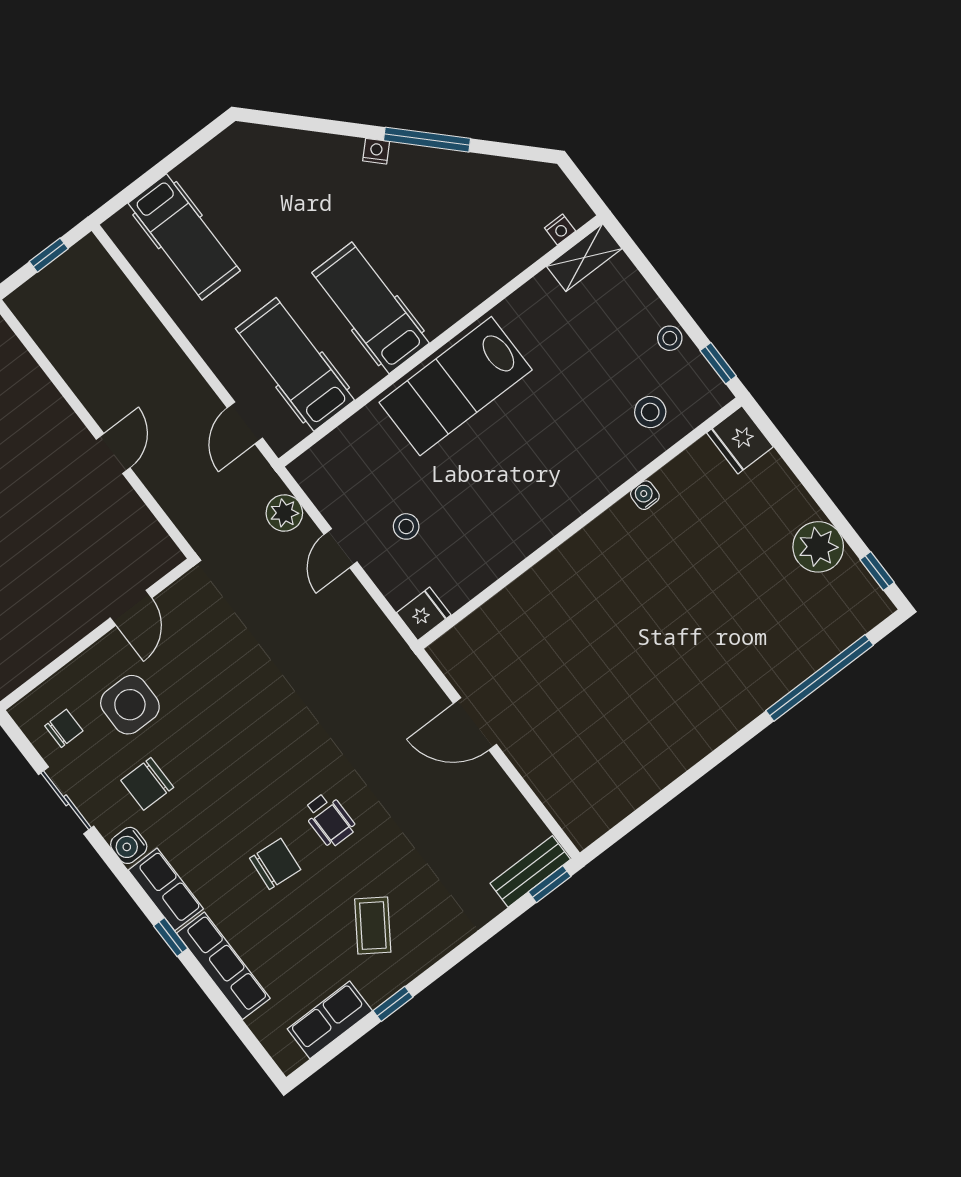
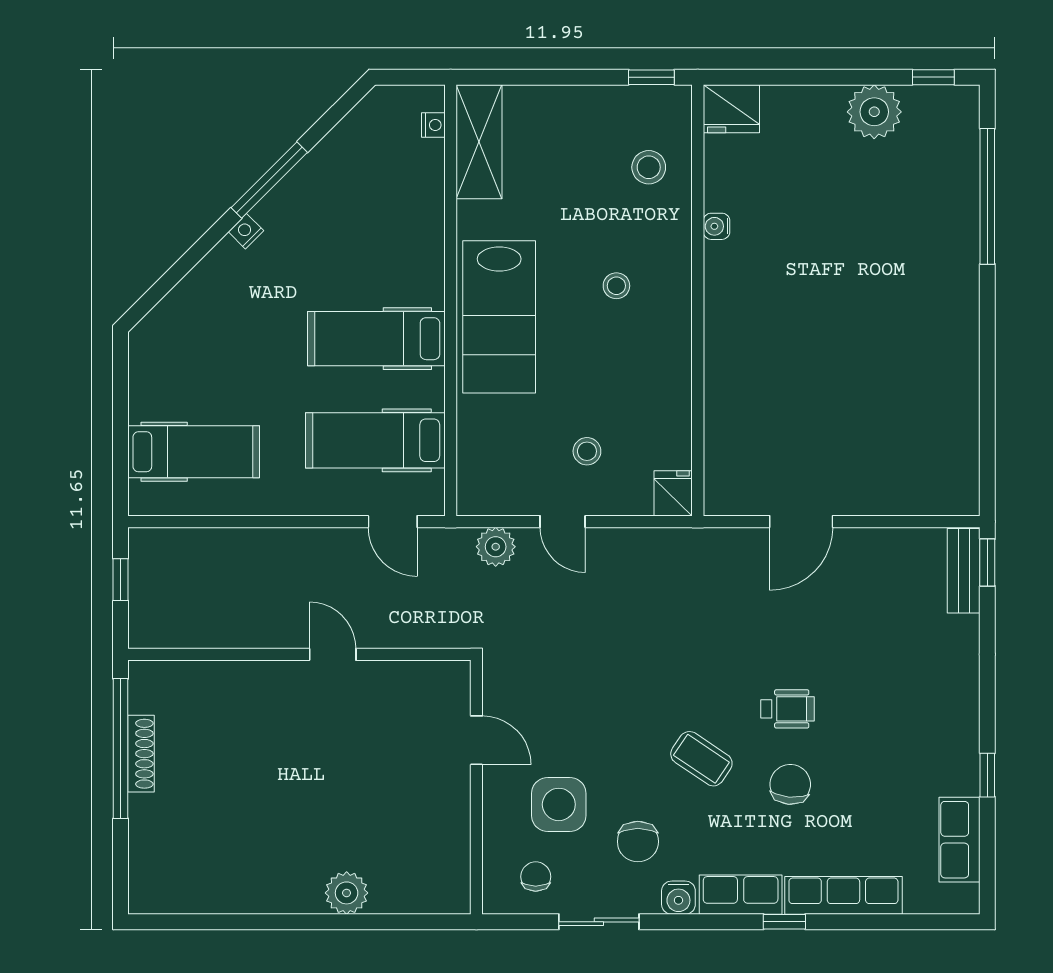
shelving: (584, 258) -> (479, 142), width x1.50, depth x1.33
stool: (670, 338) -> (616, 286), moved
coffee table: (373, 926) -> (701, 759), moved

